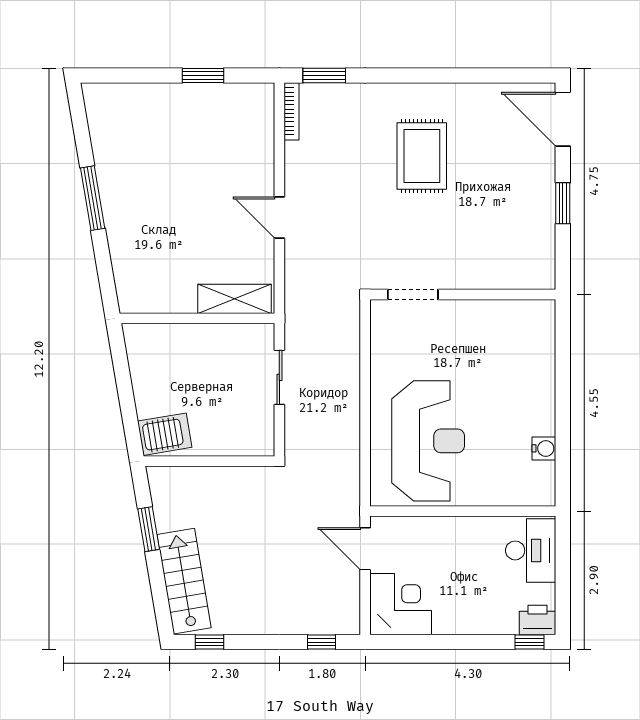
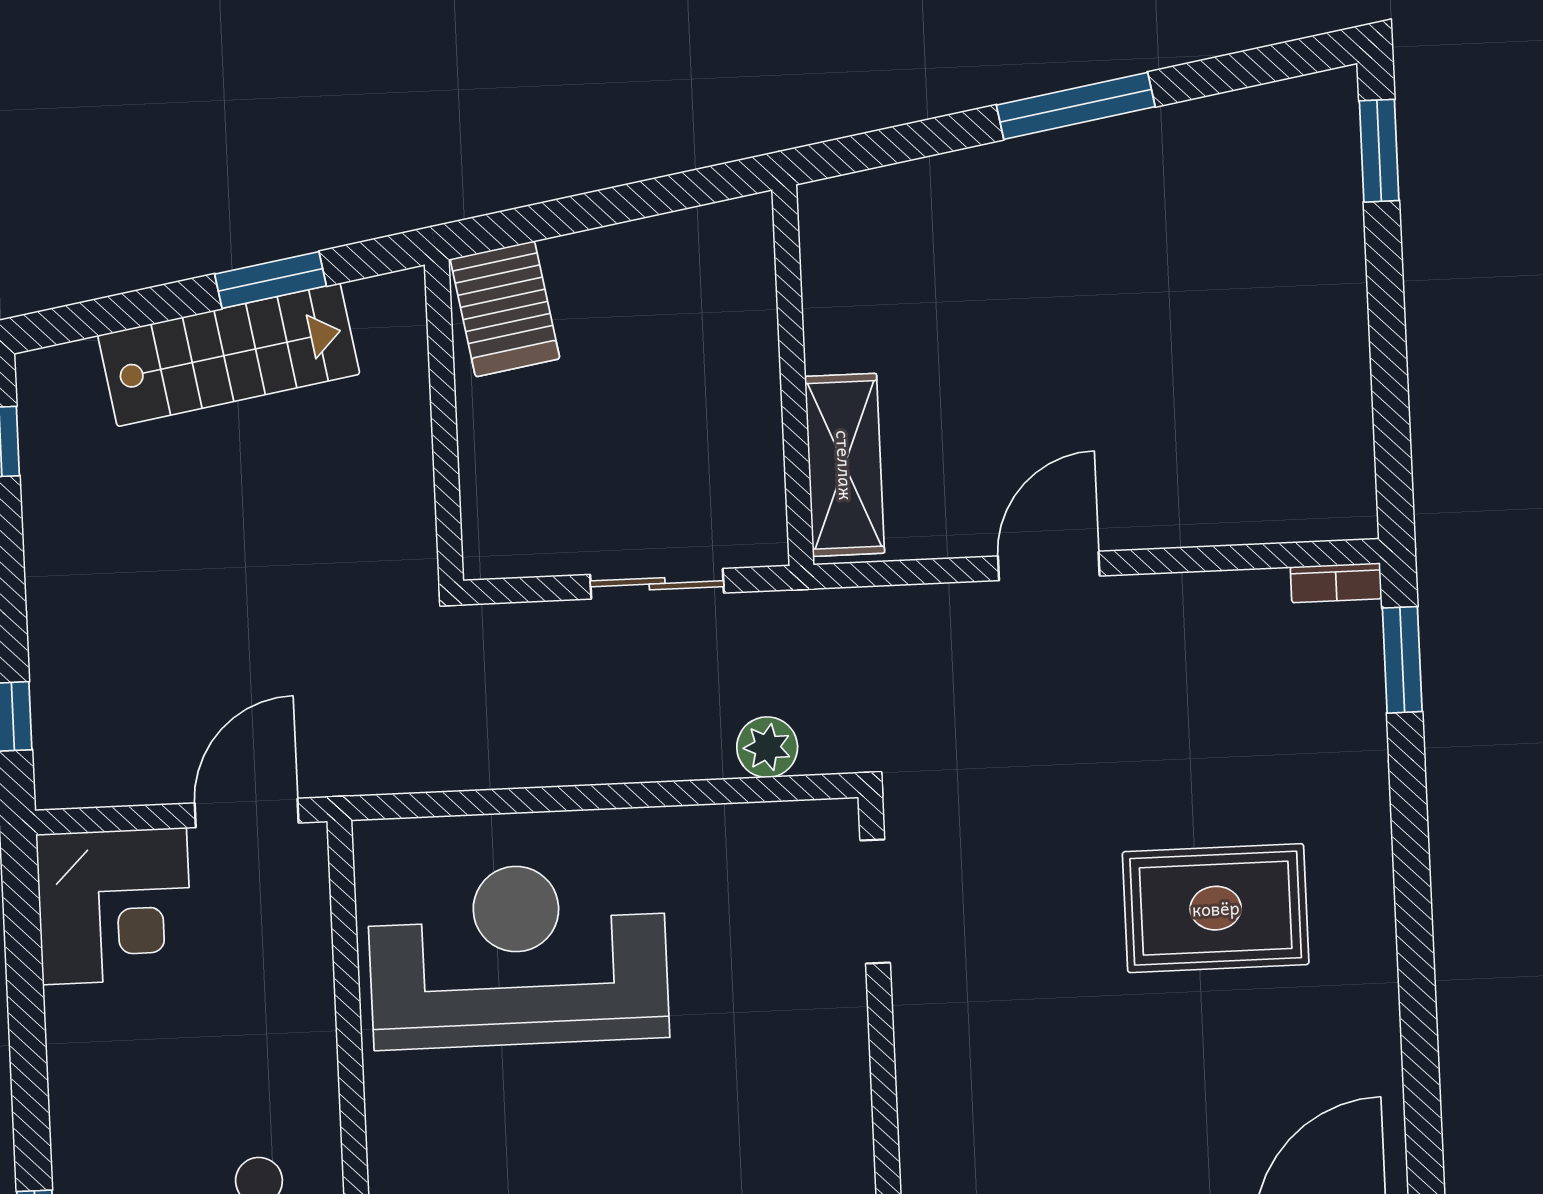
window: (203, 75) -> (1379, 151), moved
bookcase: (292, 111) -> (1336, 583), width x0.64
plant: (348, 336) -> (767, 747), added
reception desk: (428, 441) -> (518, 955), turned 180
stairs: (184, 581) -> (229, 355), moved

